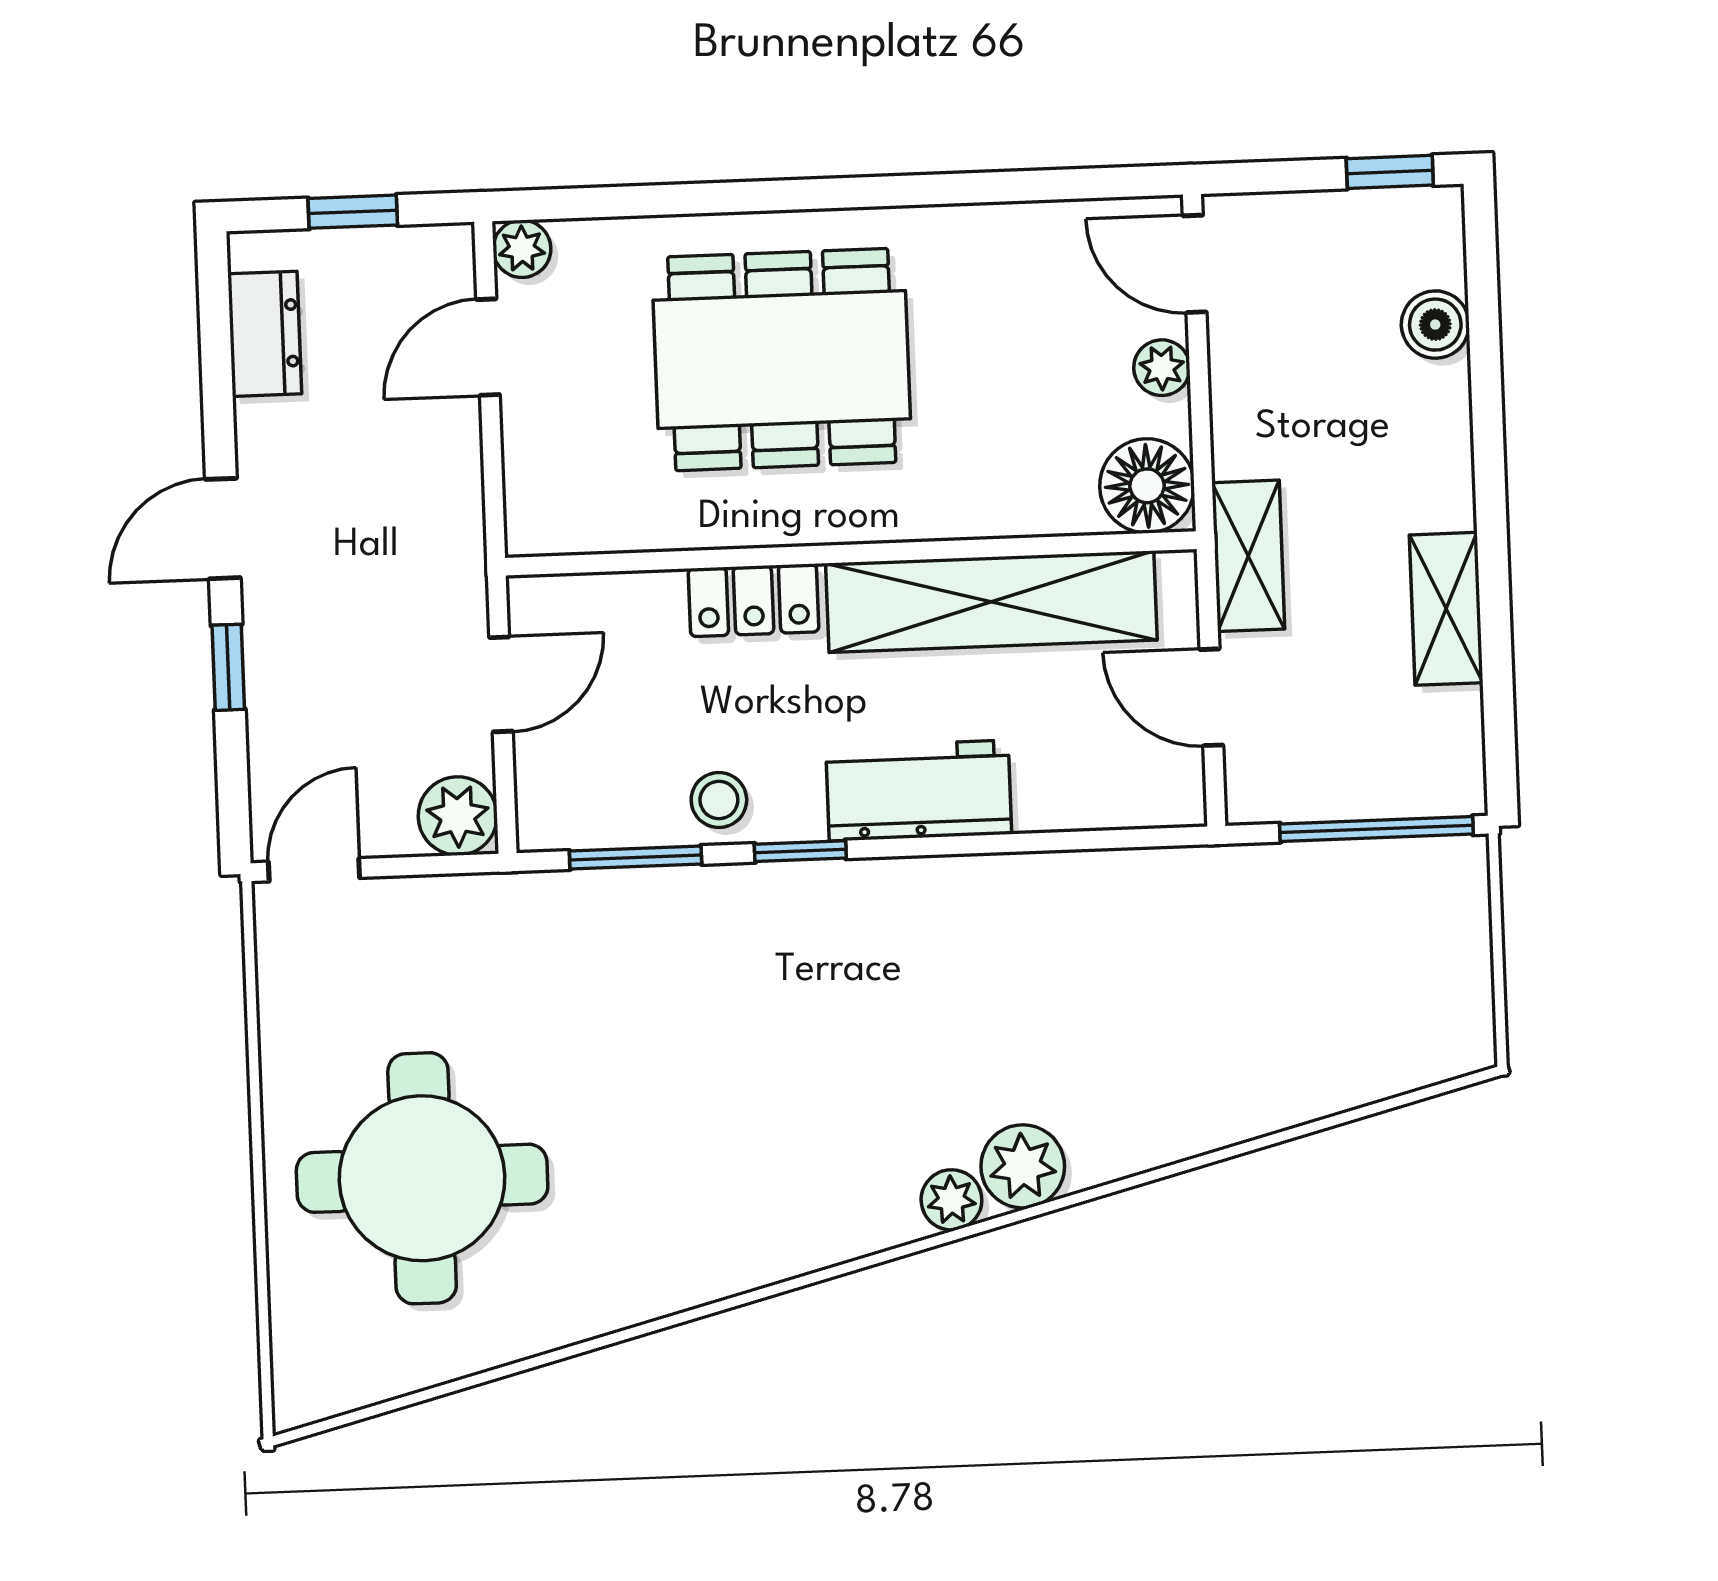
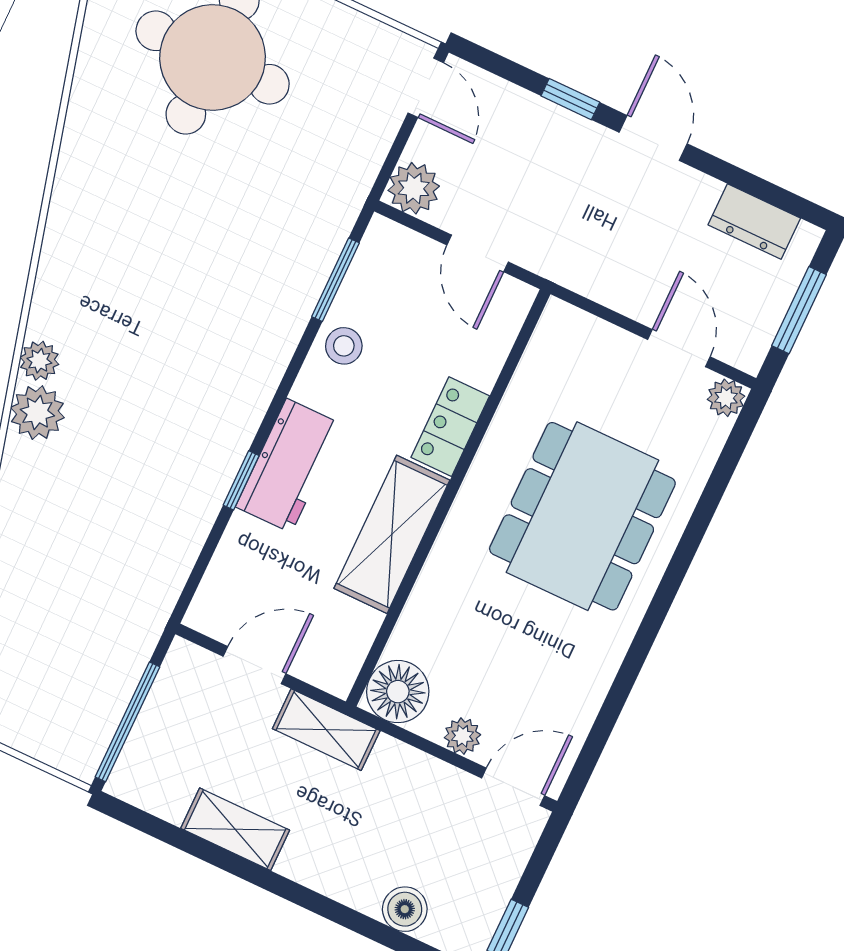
window: (353, 212) -> (799, 310), width x1.50
shelving: (991, 602) -> (392, 534), width x0.68
window: (800, 851) -> (241, 480), moved

